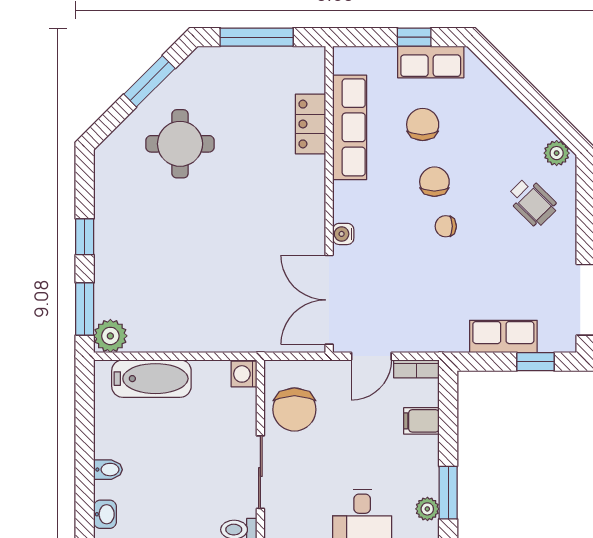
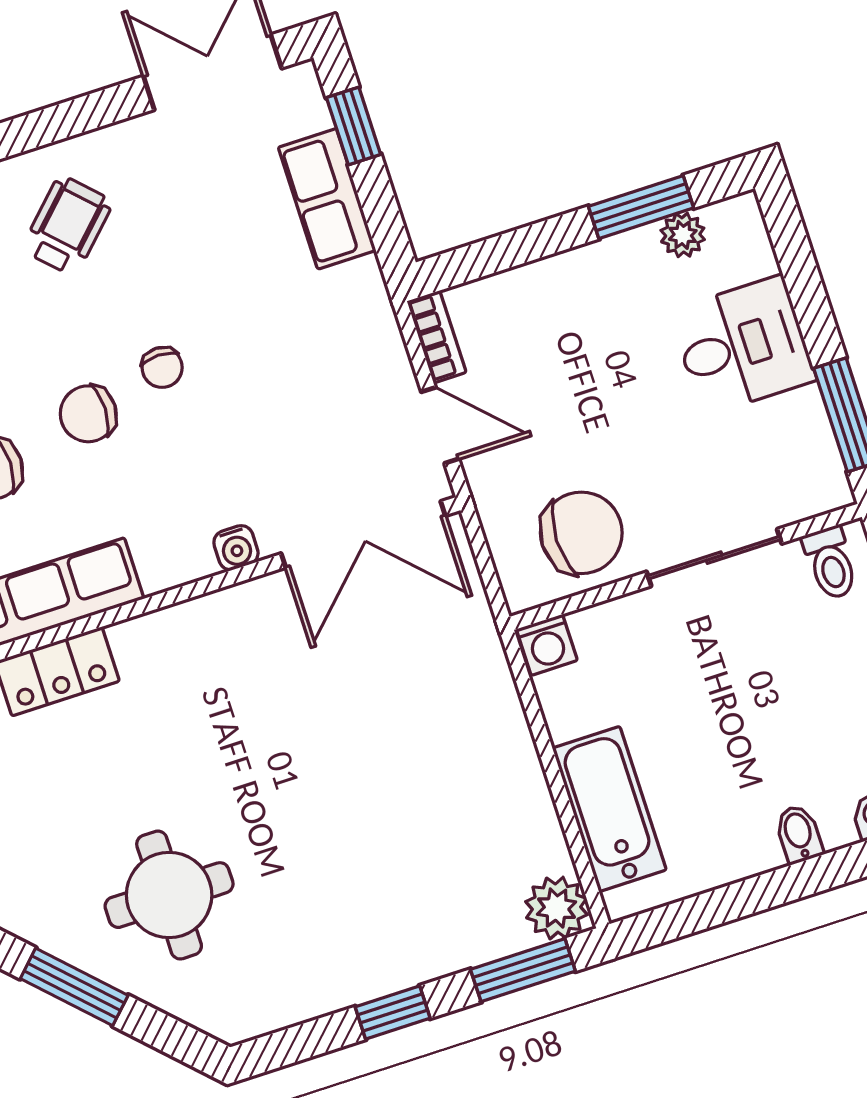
filing cabinet: (421, 421) -> (527, 297), removed

